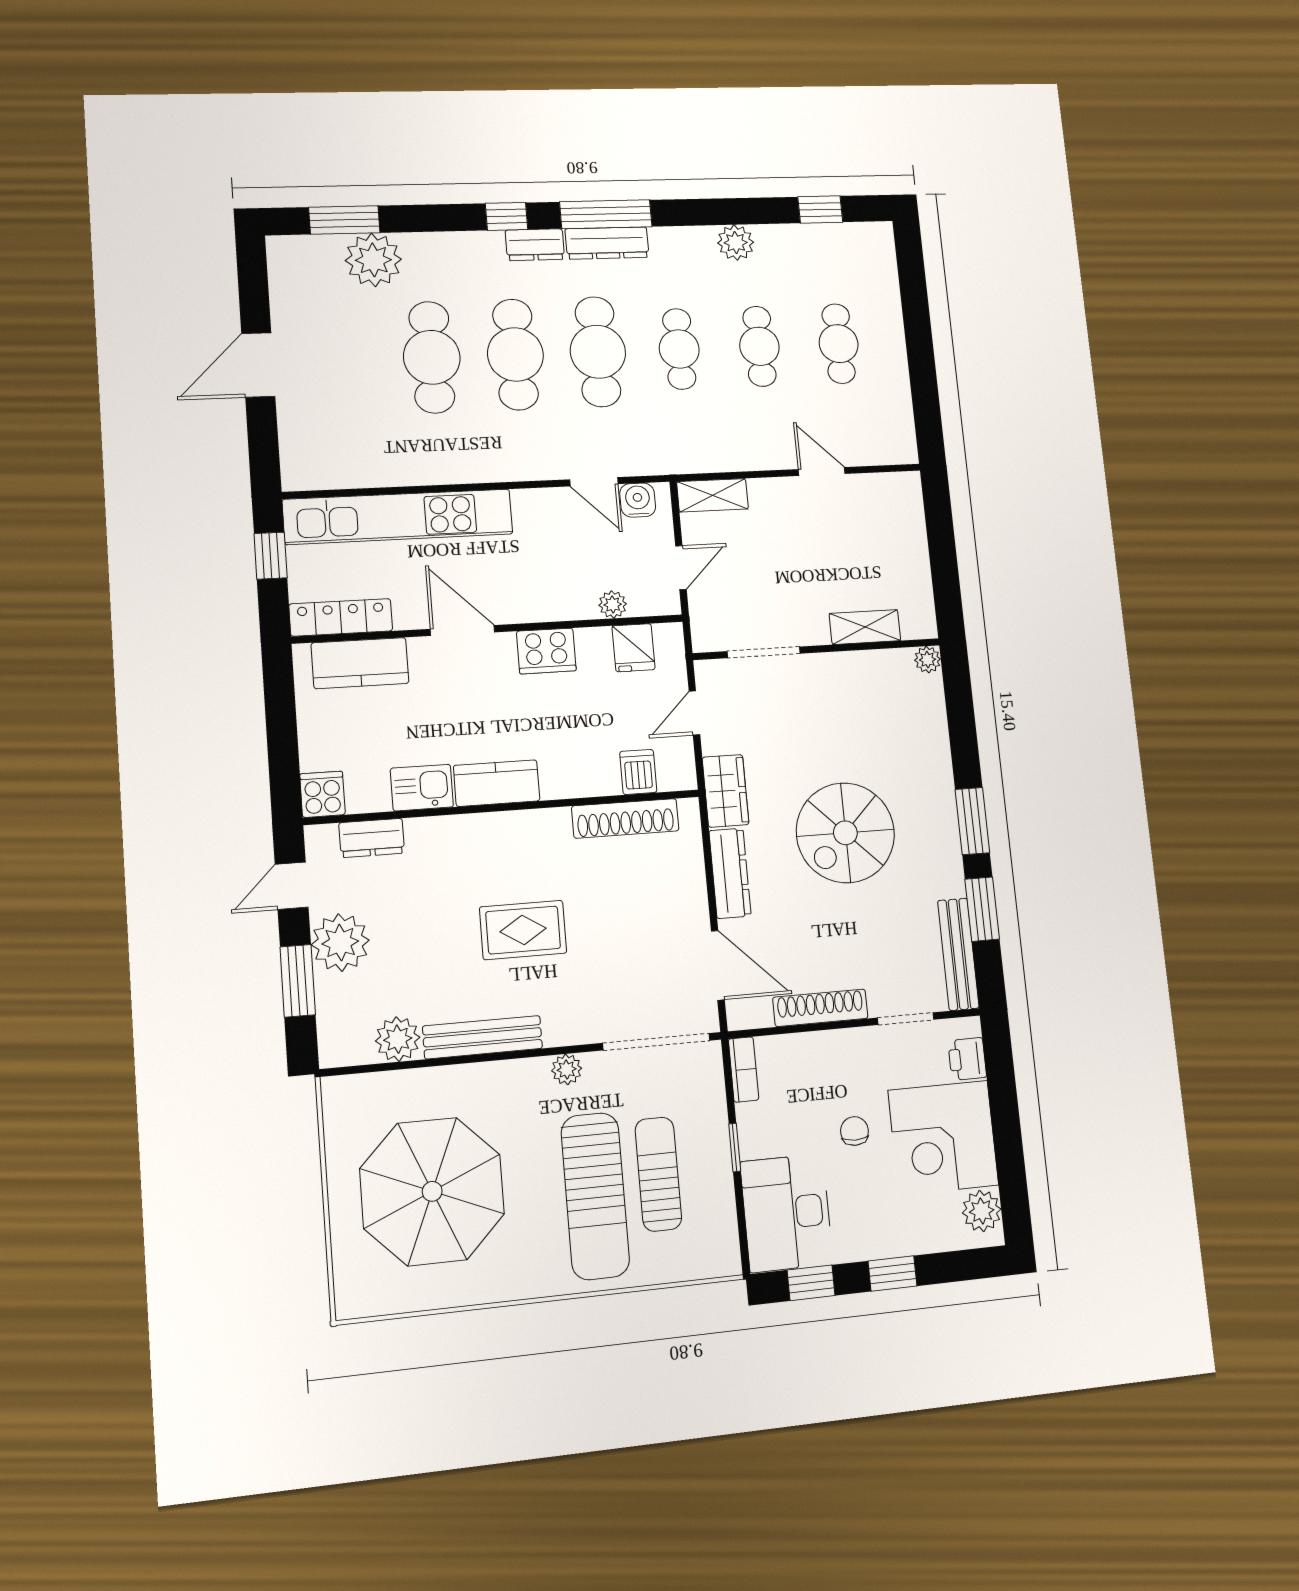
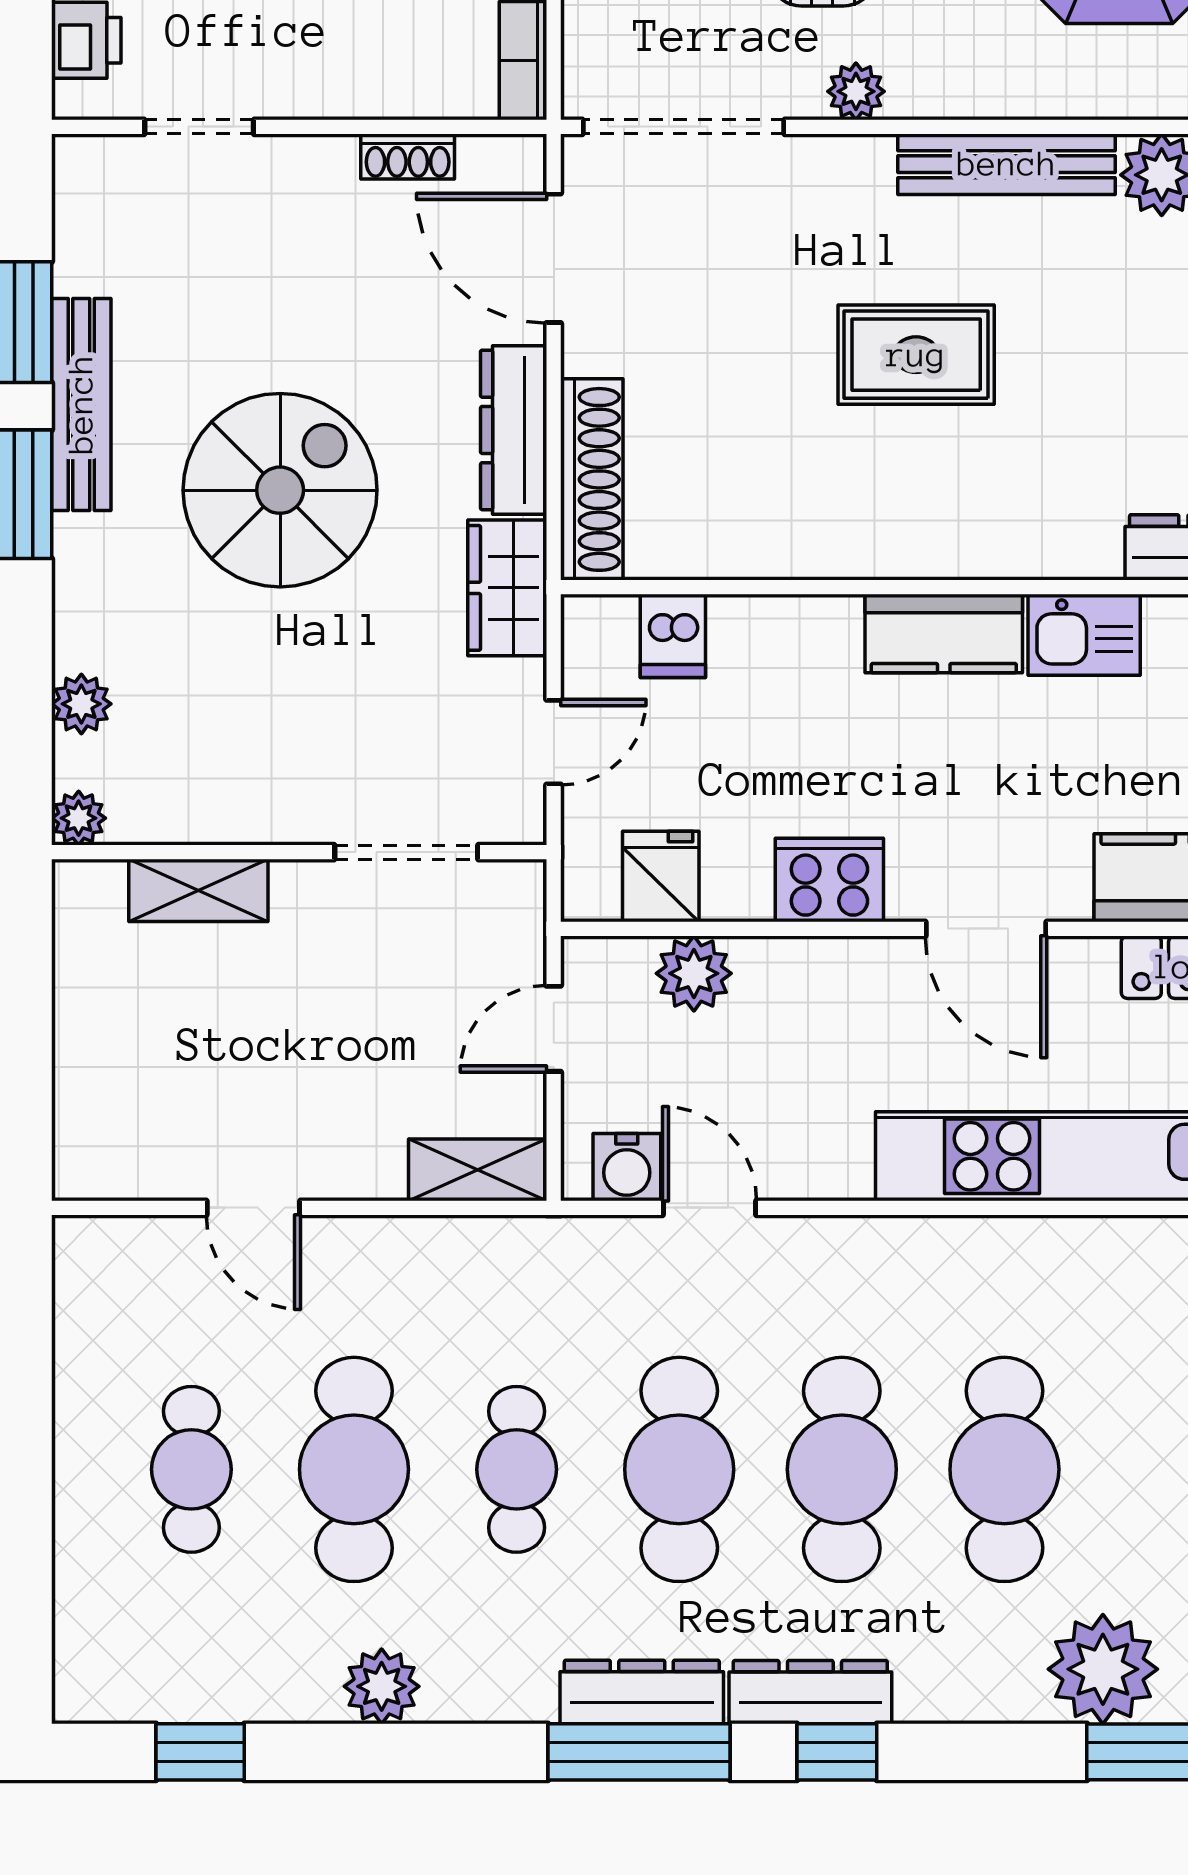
dresser: (535, 245) -> (810, 1692), width x1.44
cafe table: (759, 346) -> (354, 1469), width x1.37, depth x1.35
plant: (613, 605) -> (694, 973), width x1.38, depth x1.38
plant: (932, 717) -> (81, 704), added
shoe rack: (625, 818) -> (592, 479), moved, turned 90
bench: (958, 954) -> (81, 404), moved
shoe rack: (820, 1008) -> (408, 156), width x0.51, depth x0.81

